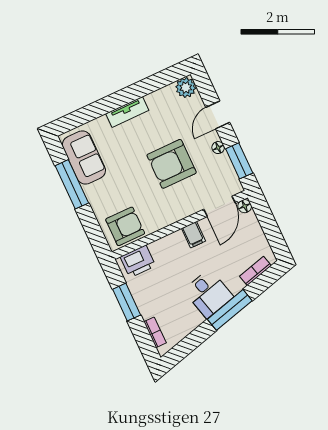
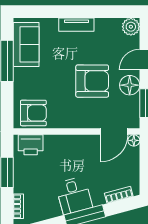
floor lamp: (218, 148) -> (130, 85), width x1.89, depth x1.89
armchair: (172, 164) -> (92, 81), turned 180
filing cabinet: (193, 235) -> (84, 144), removed

